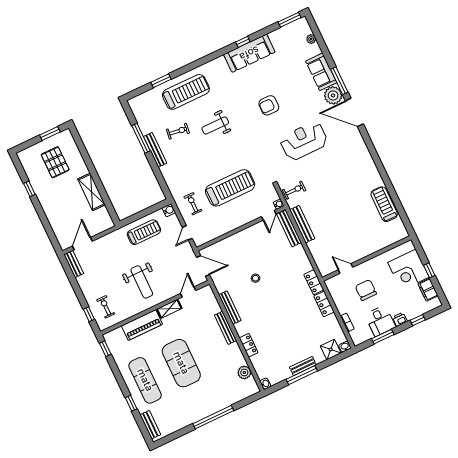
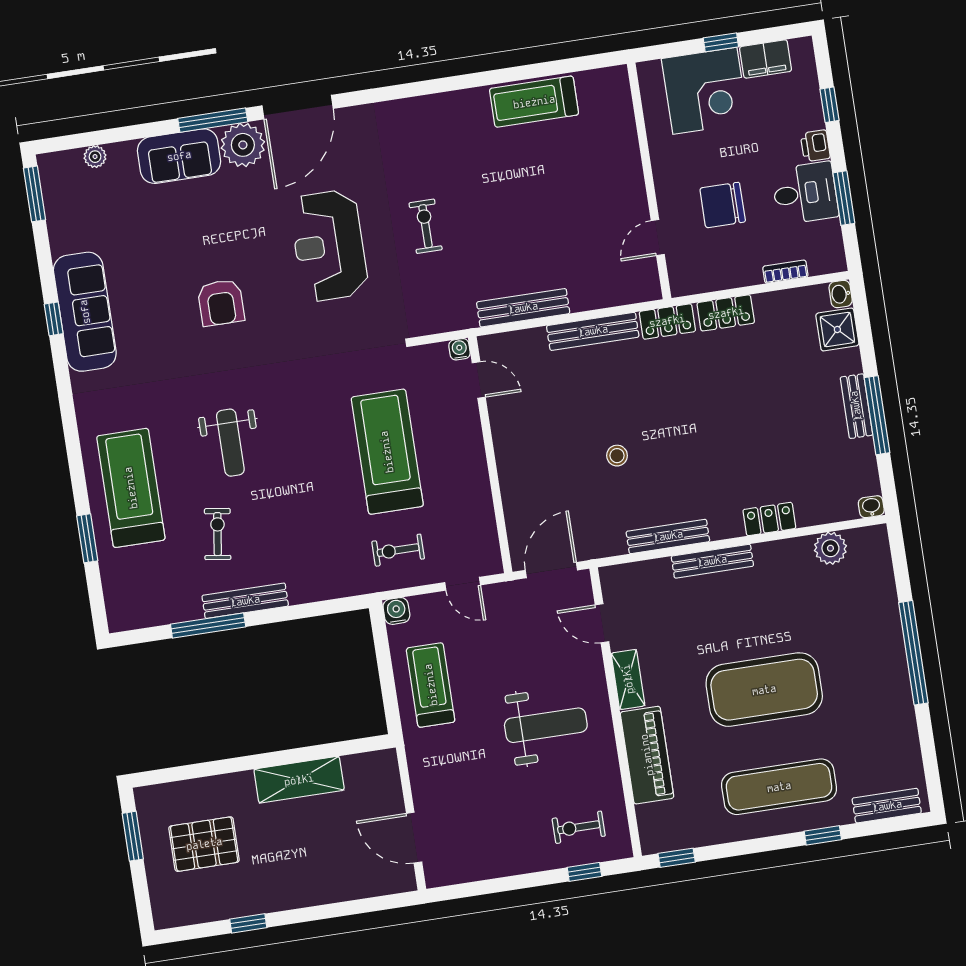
exercise bike: (294, 190) -> (426, 226), moved
bench: (289, 228) -> (593, 331), moved
bench: (74, 264) -> (456, 872), removed

